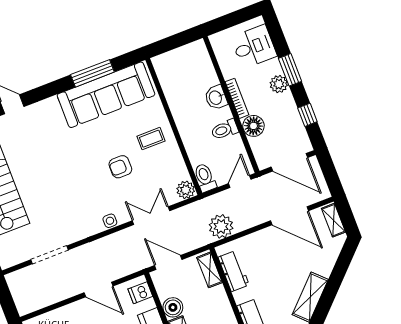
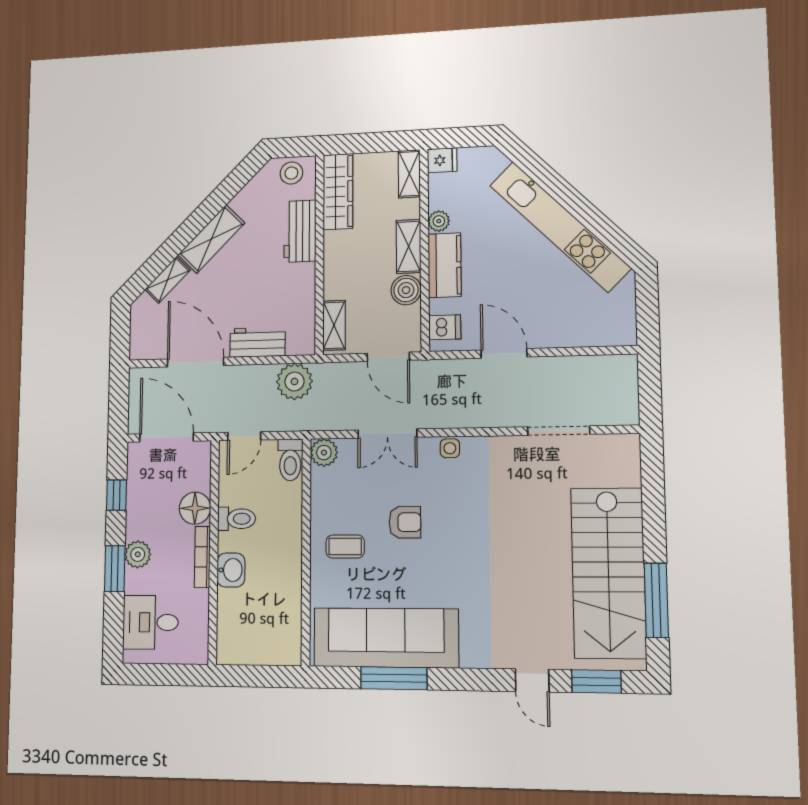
shelving: (333, 220) -> (168, 280), moved, turned 45
workbench: (234, 271) -> (257, 342), moved, turned 90

